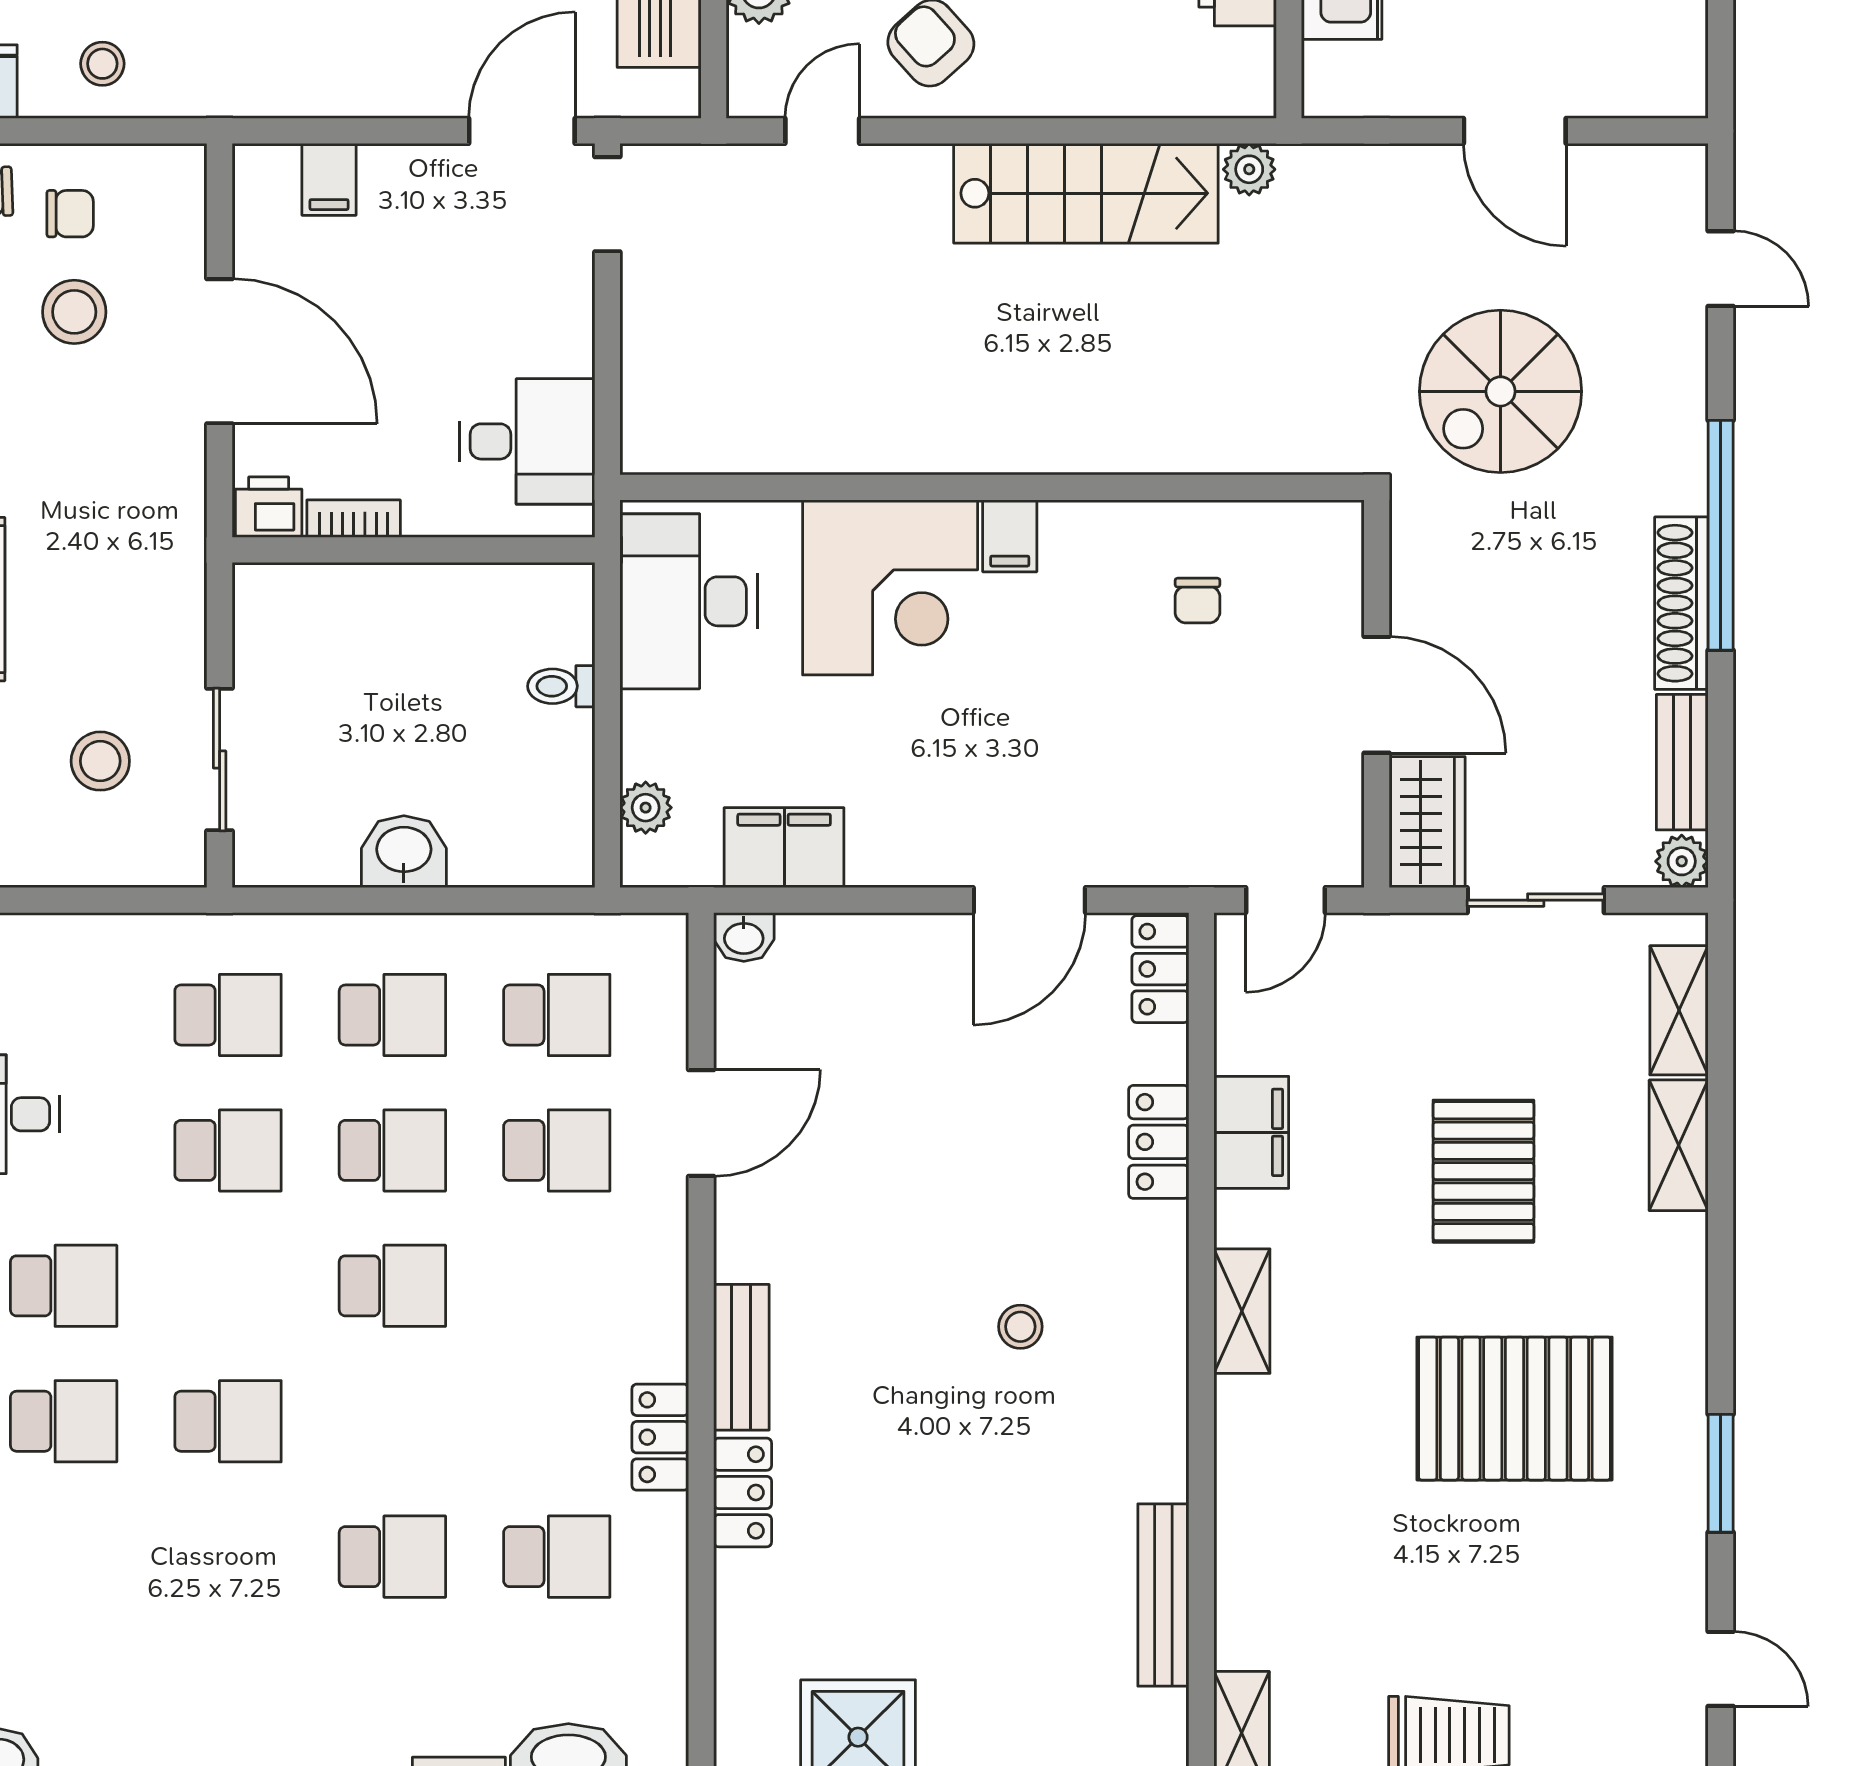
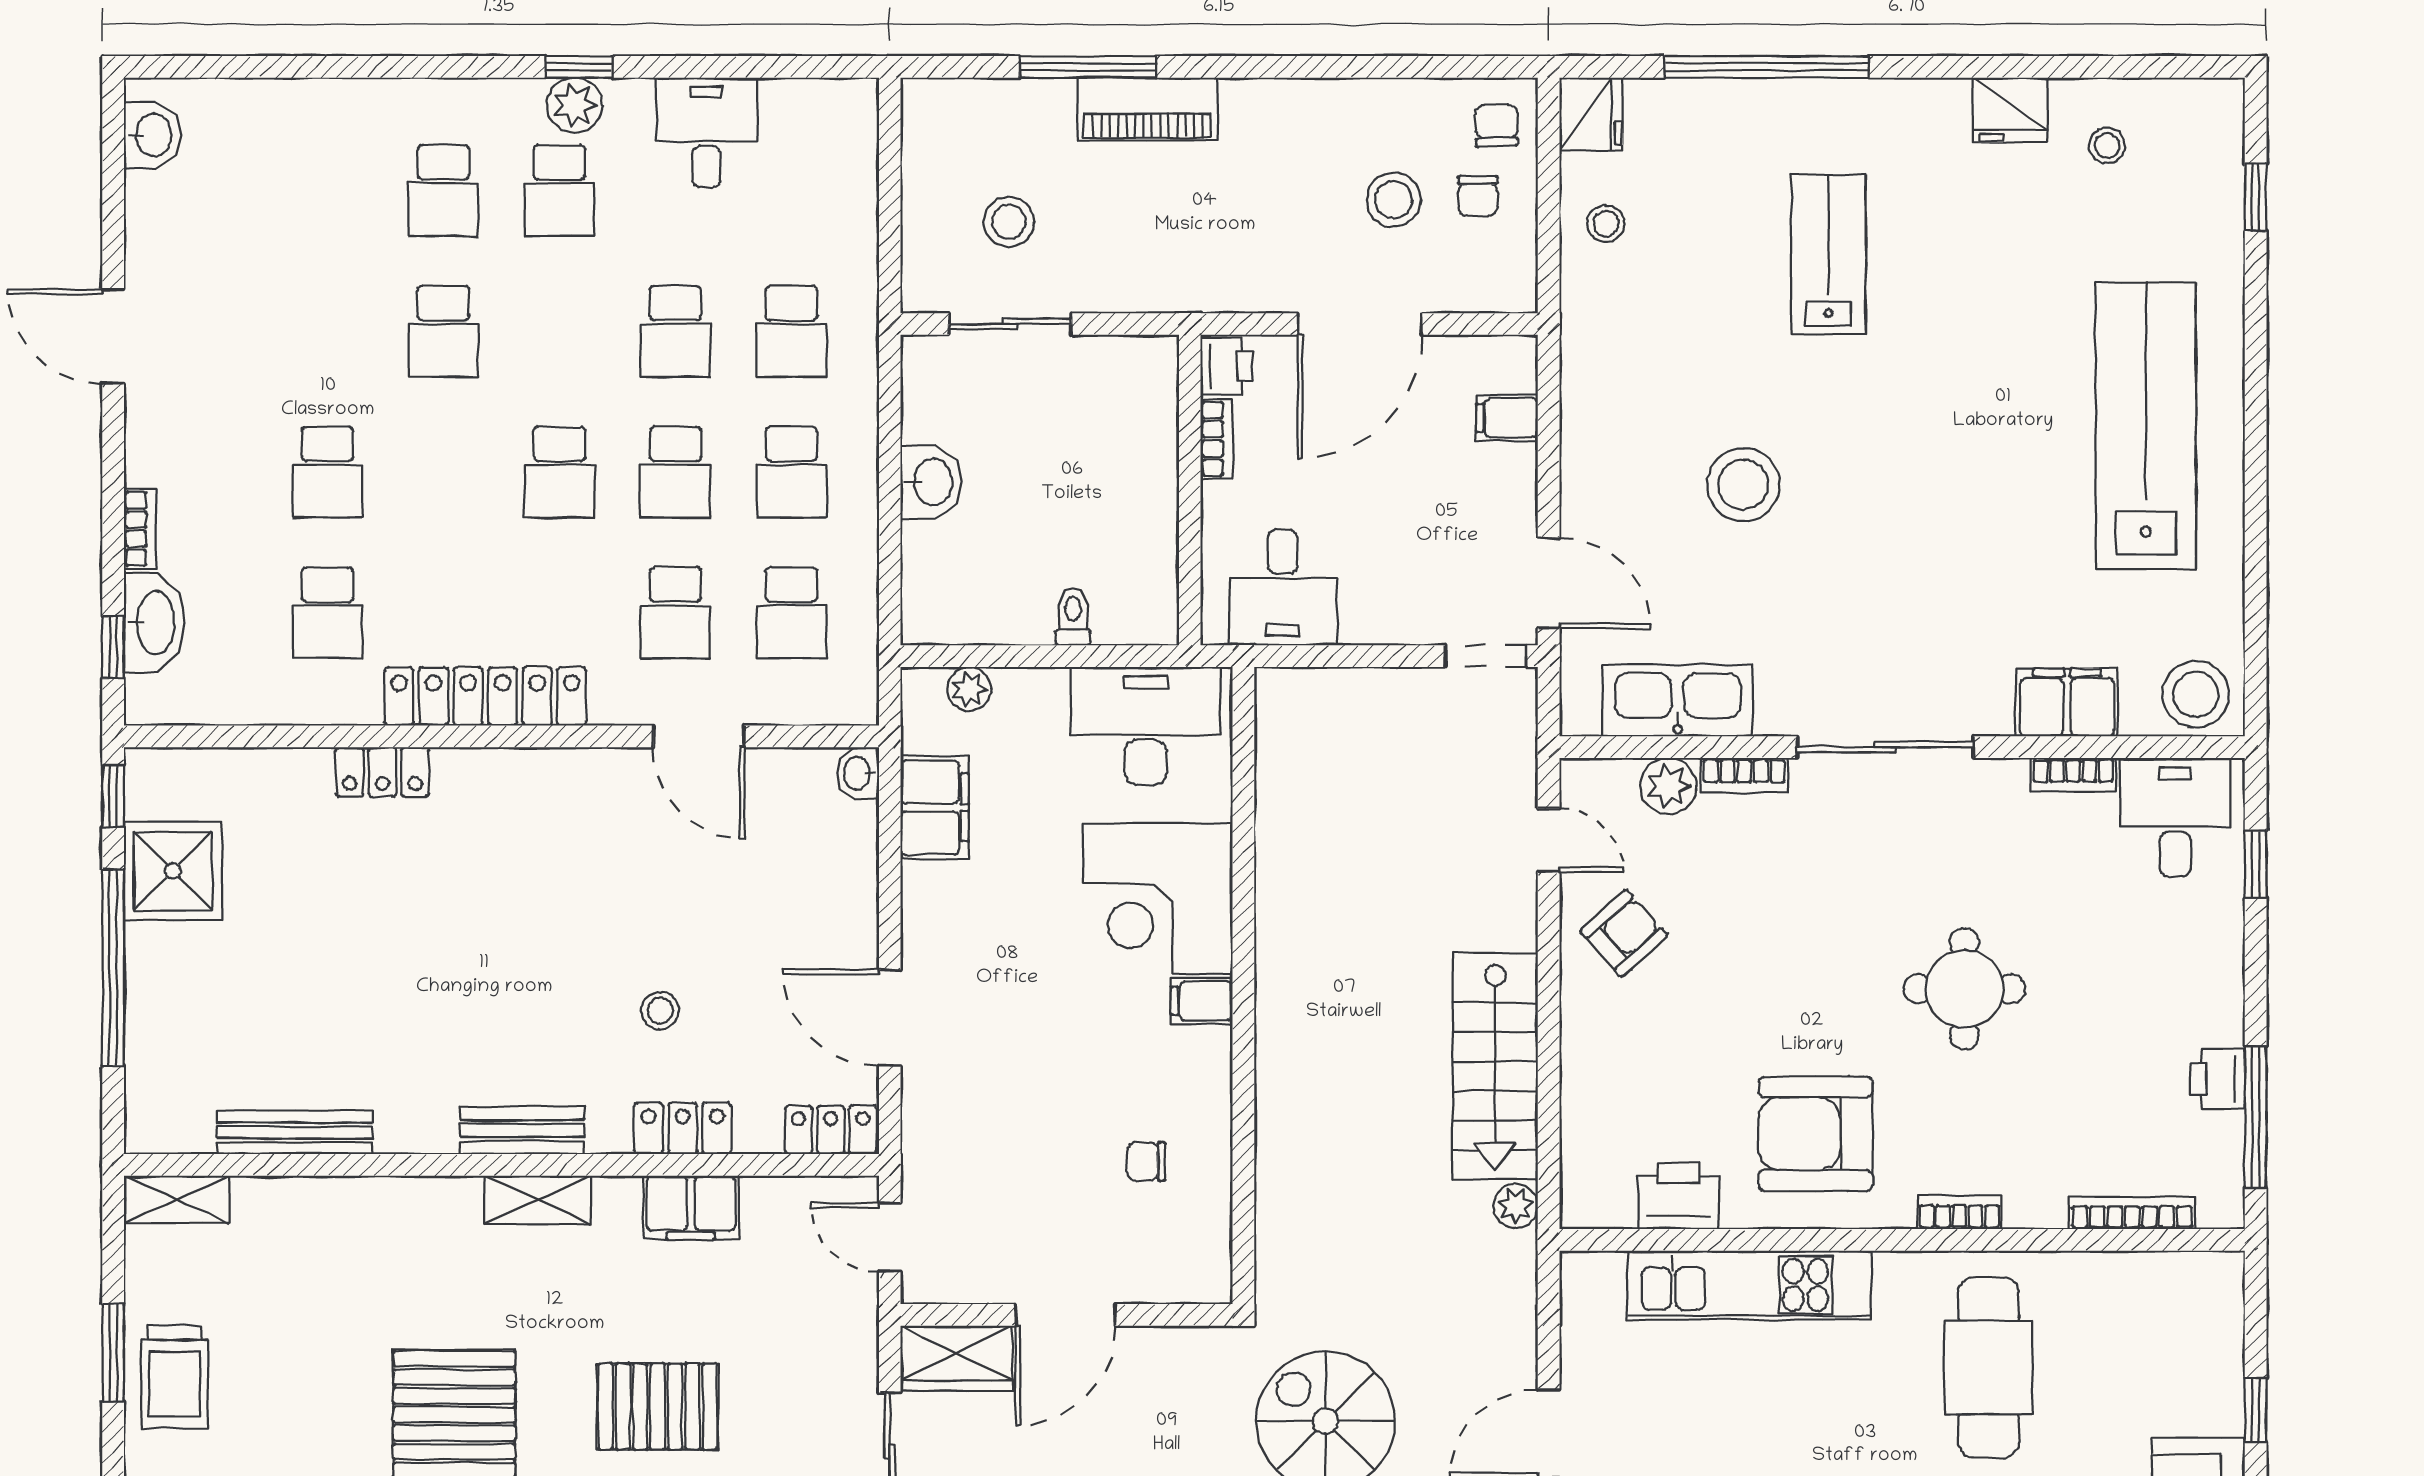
stool: (1020, 1327) -> (660, 1011), moved
bench: (741, 1357) -> (522, 1130), moved
locker: (660, 1437) -> (485, 696), width x2.16, depth x1.21

